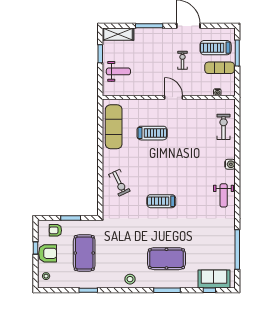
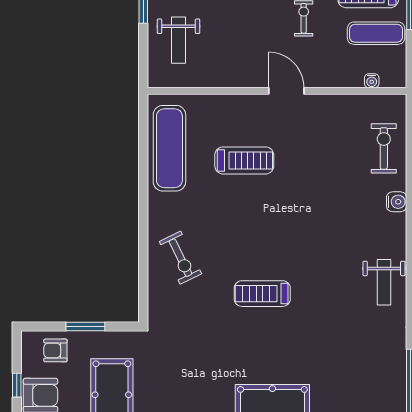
weight bench: (118, 71) -> (179, 40), turned 90
water cooler: (230, 164) -> (397, 202), moved

